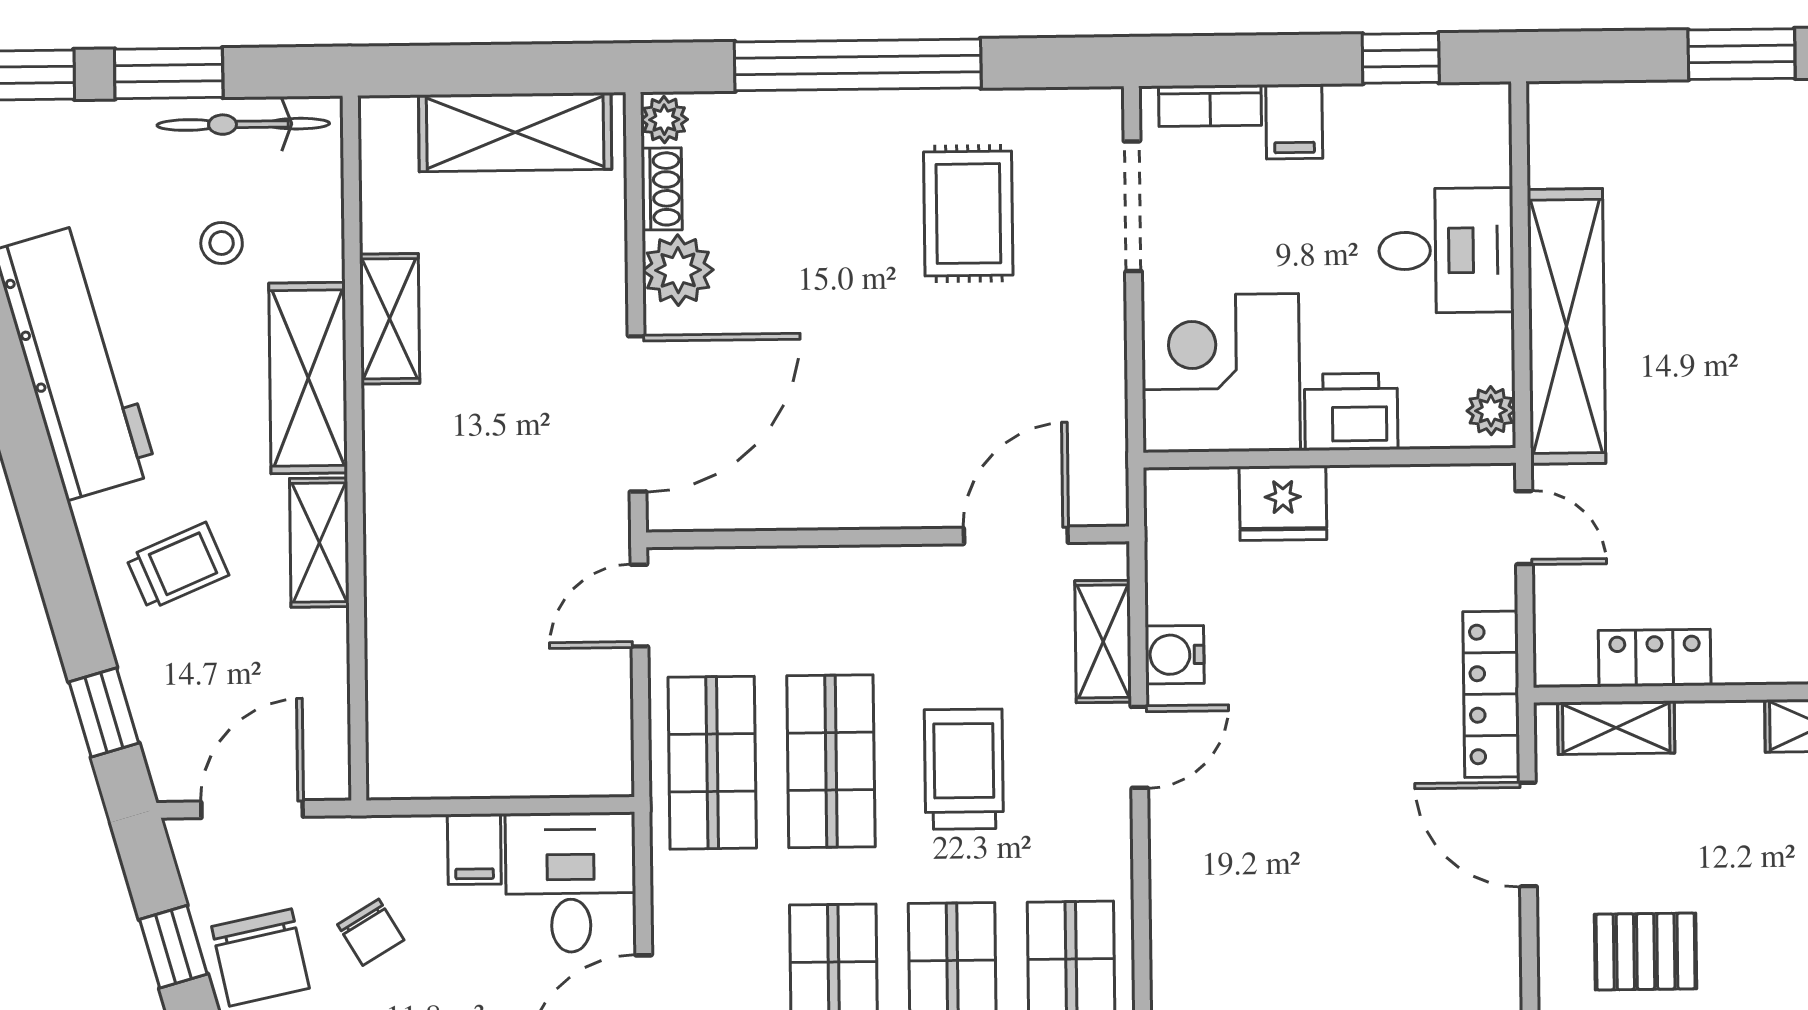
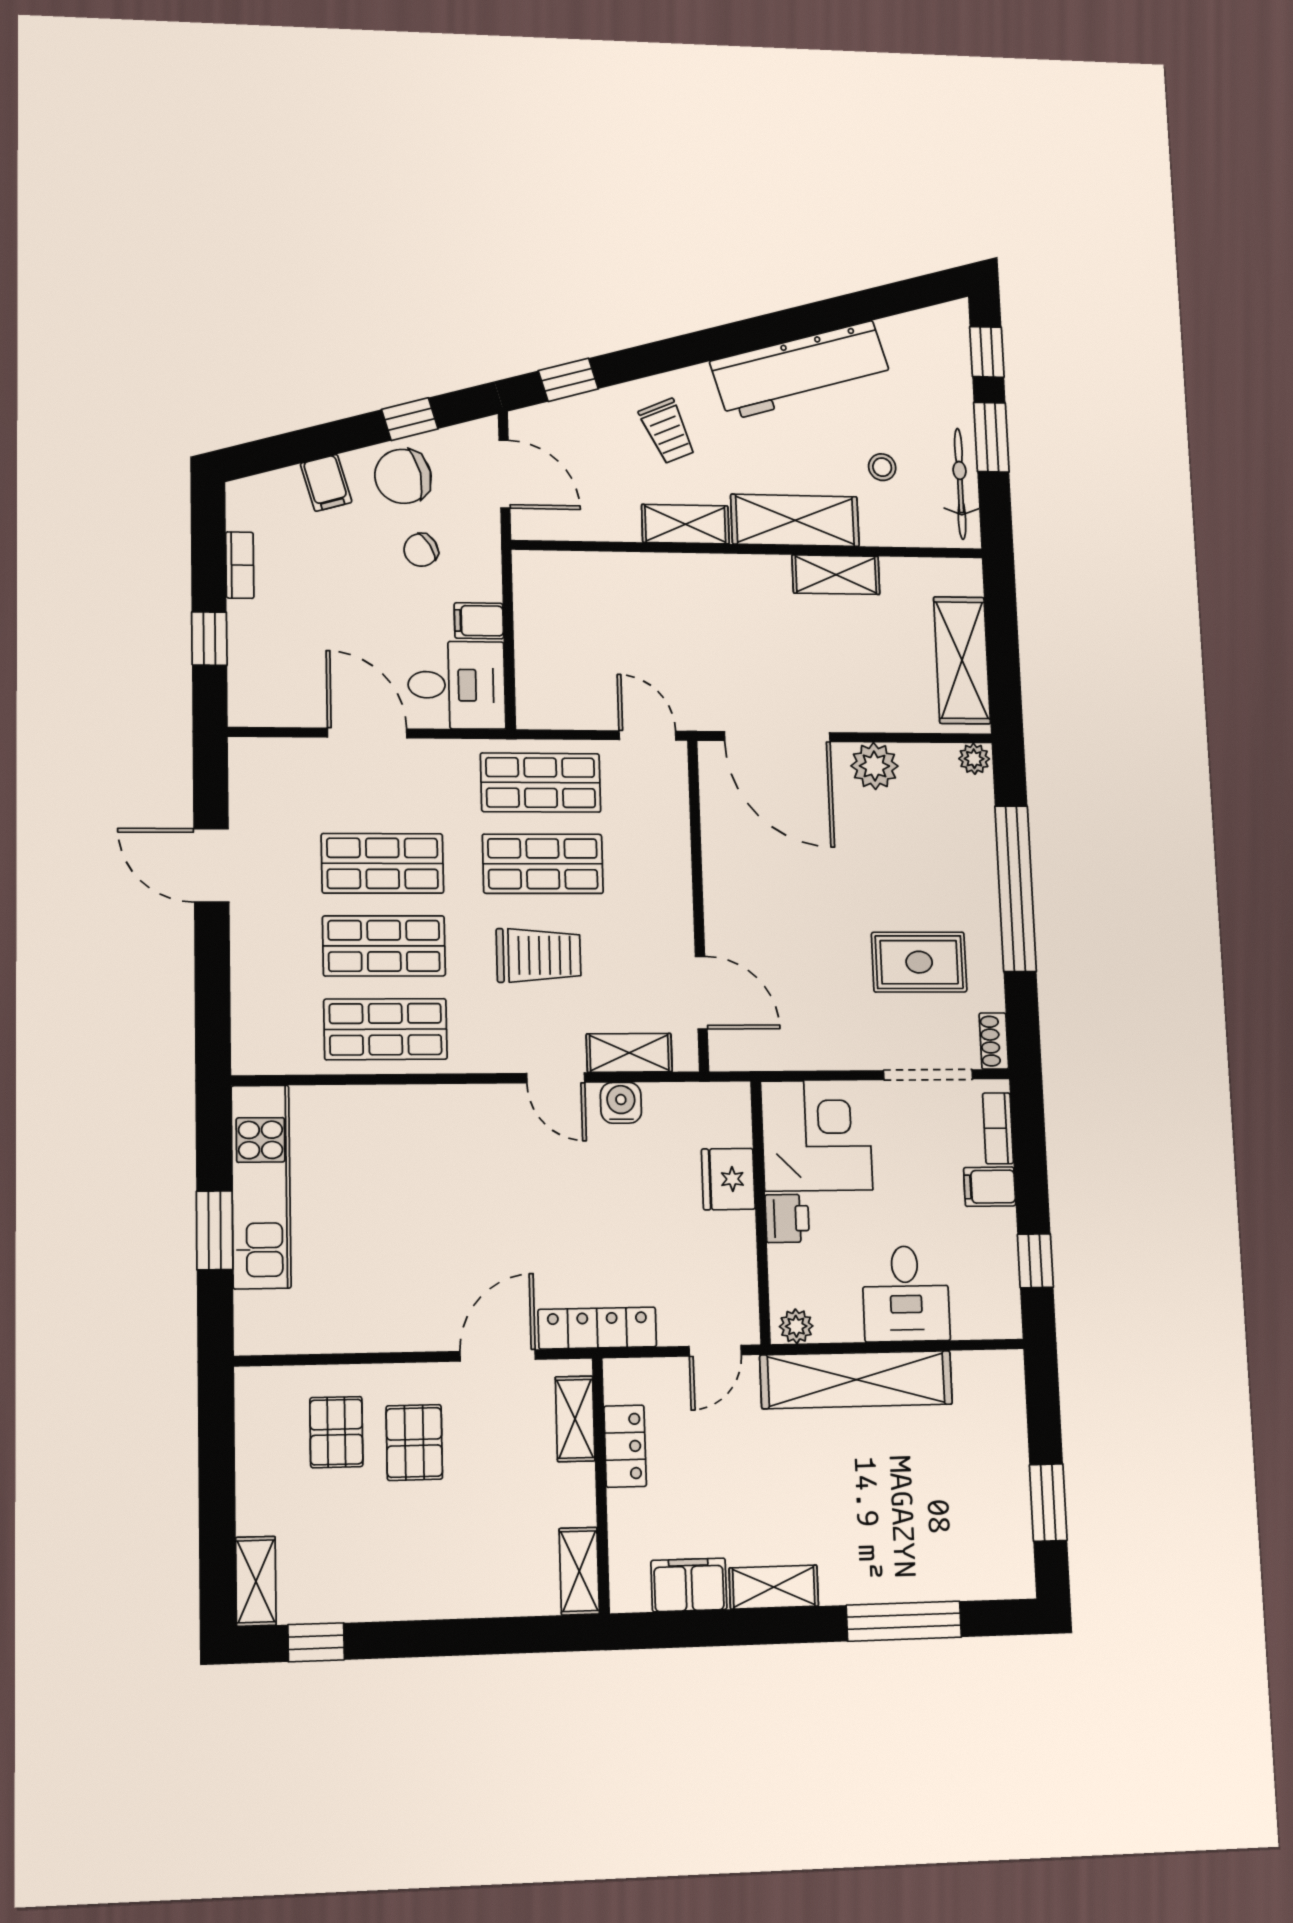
shoe rack: (662, 189) -> (994, 1041), moved, turned 90
printer: (1351, 412) -> (787, 1218), width x0.73, depth x0.81

